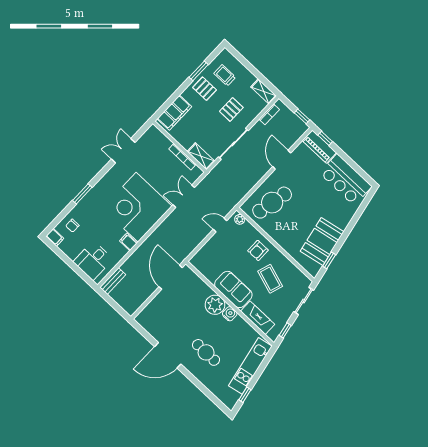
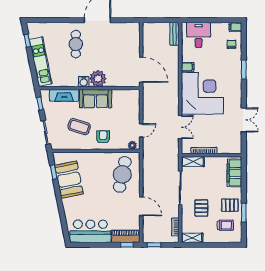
cafe table: (206, 352) -> (76, 44), turned 90

